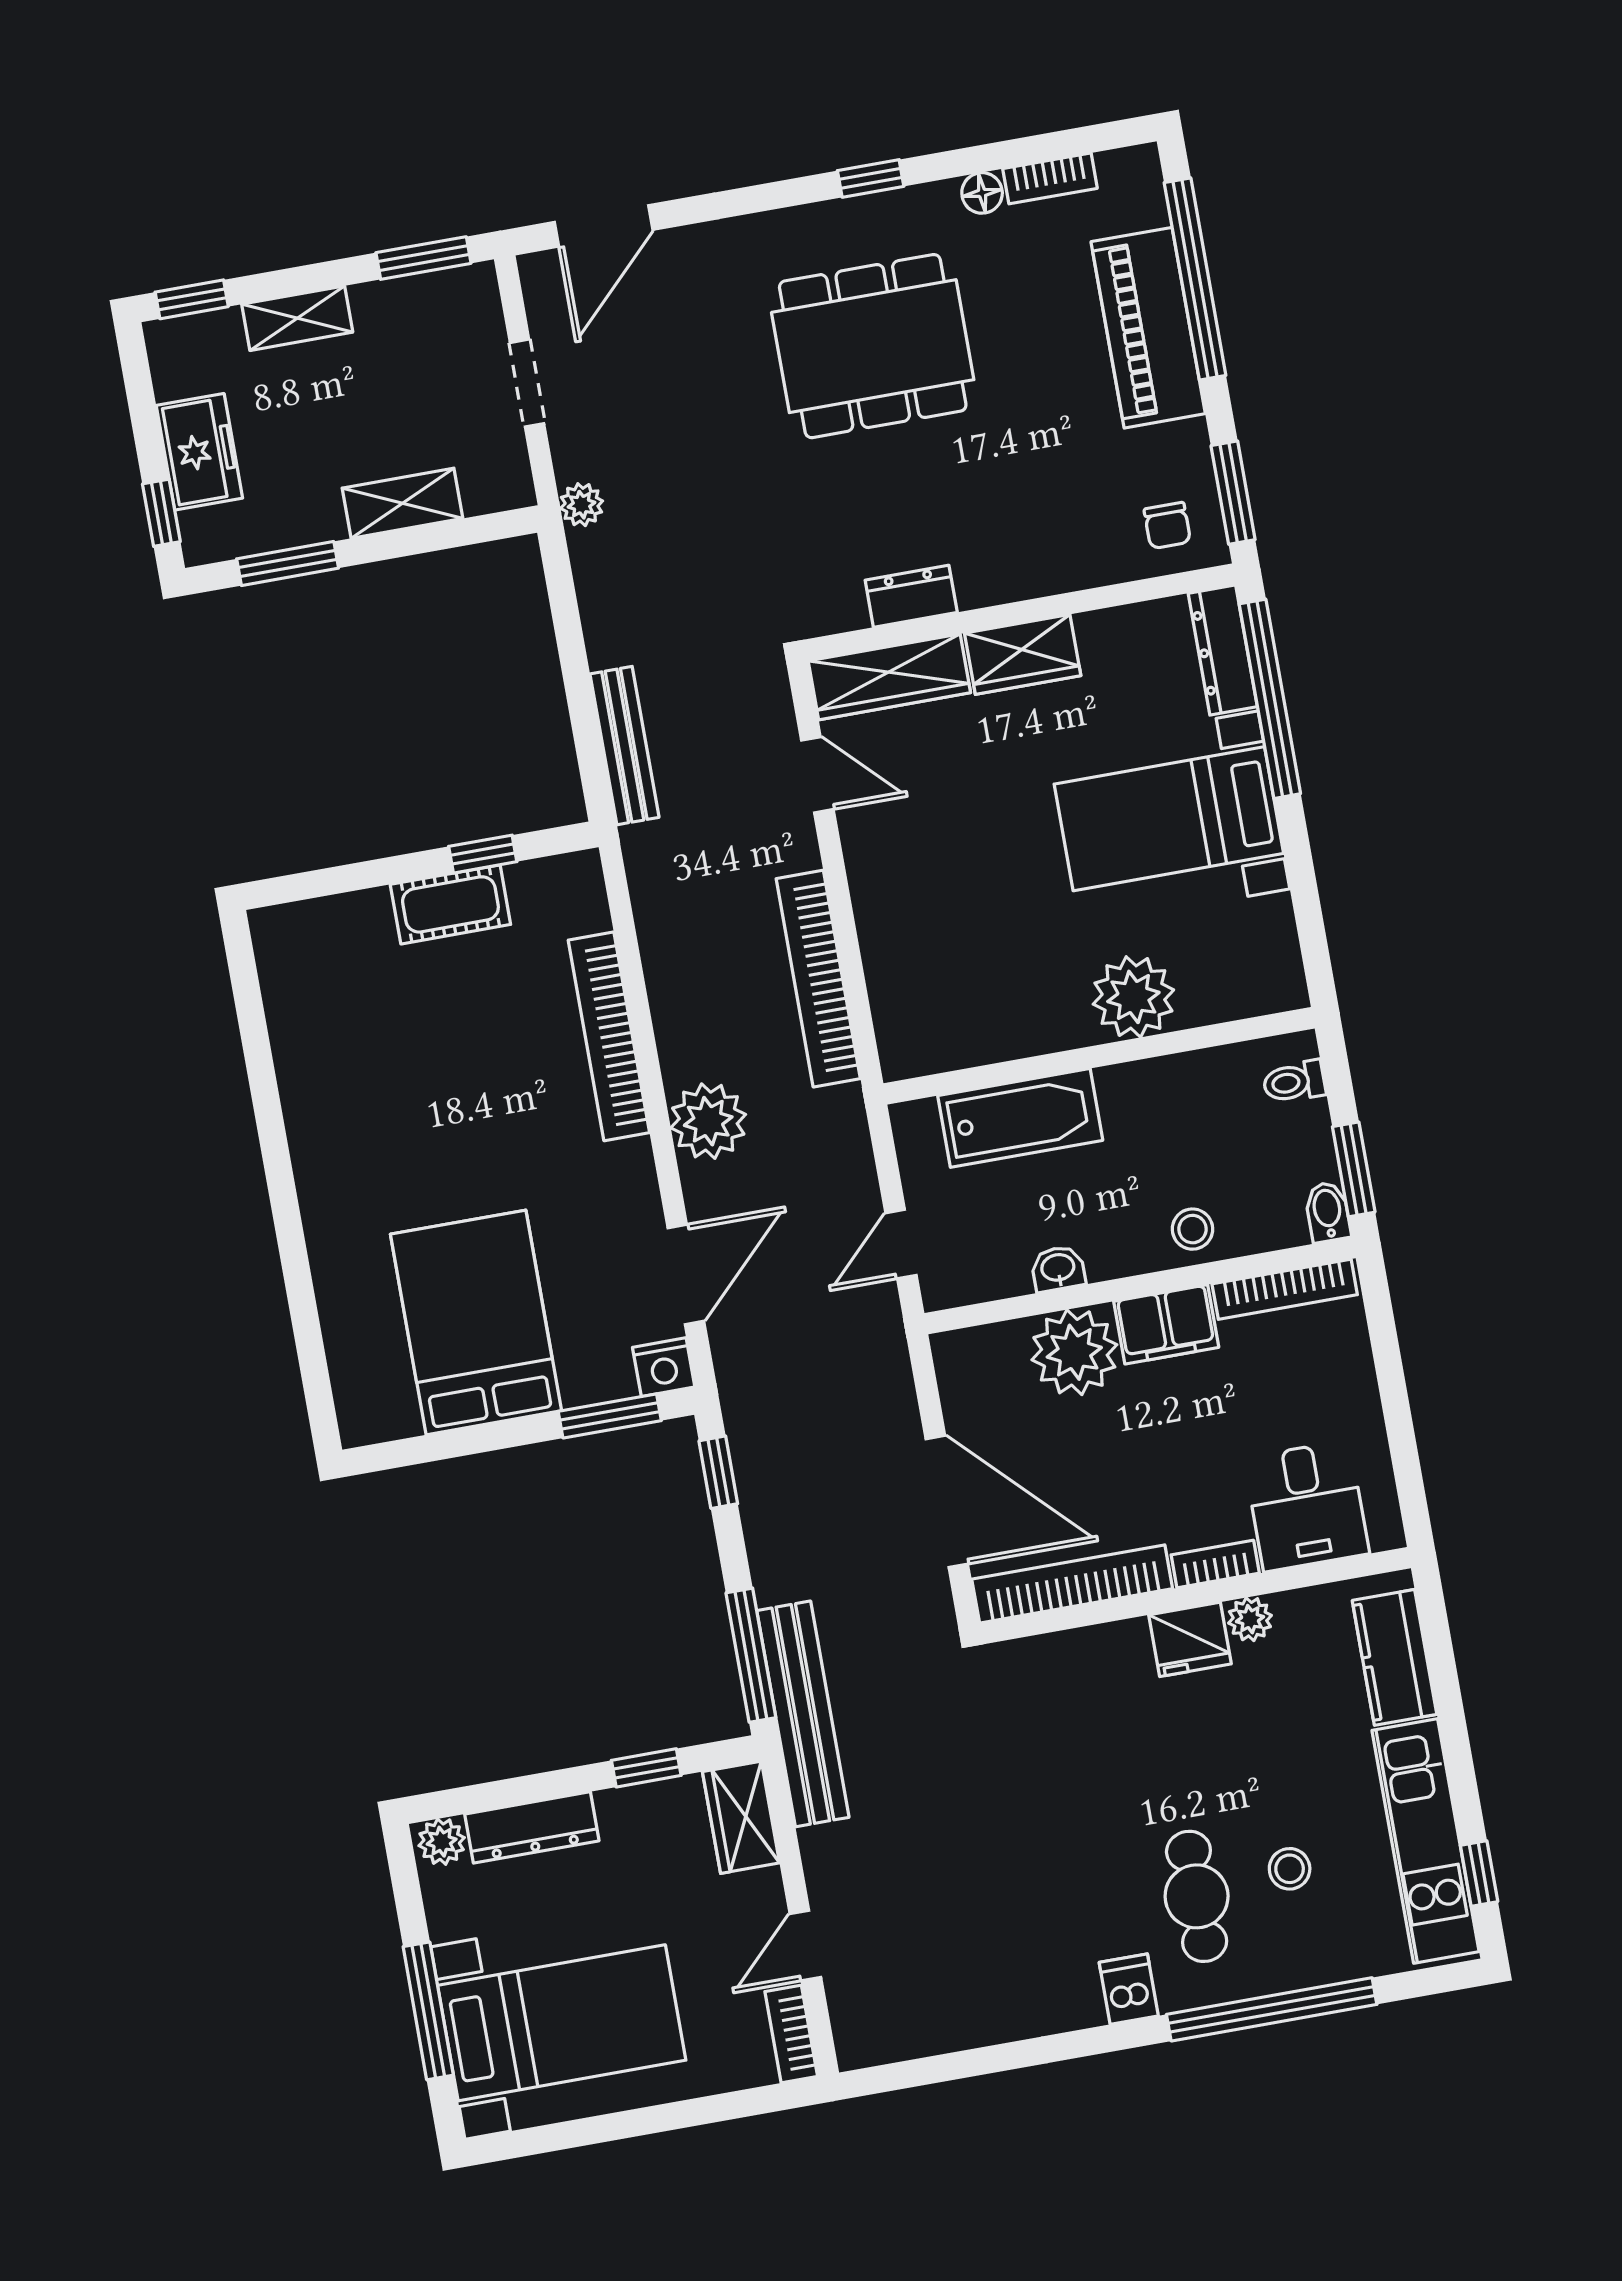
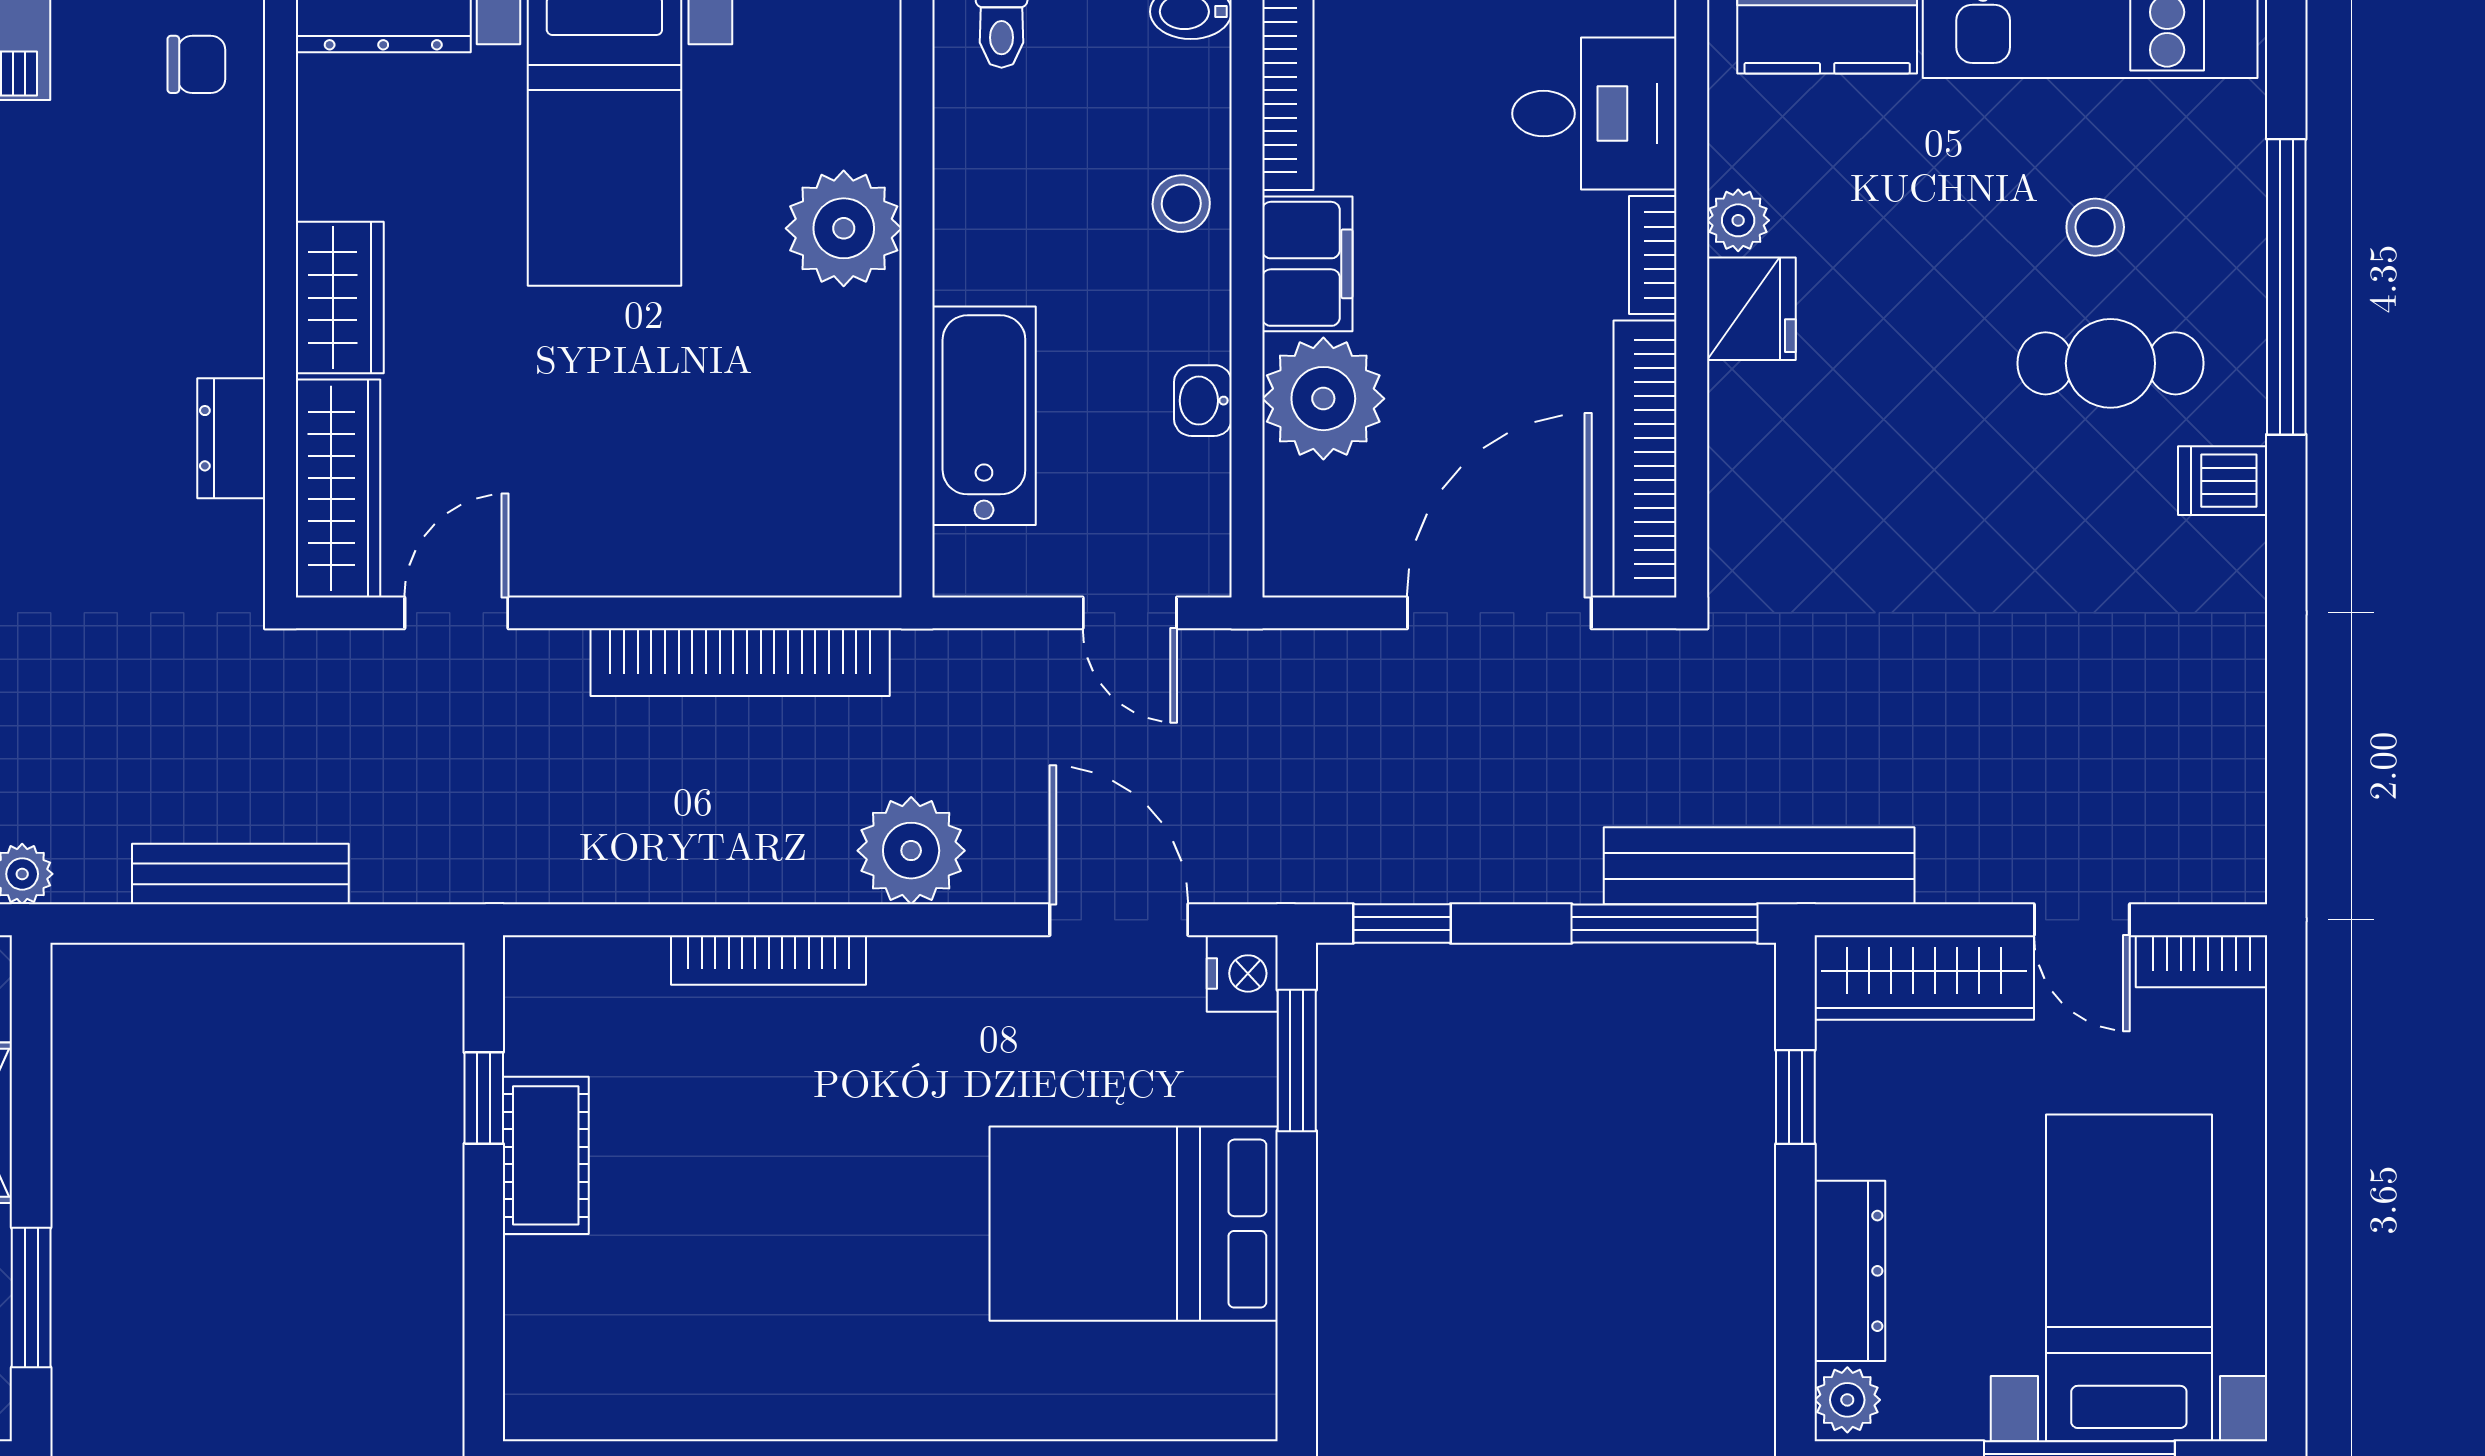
bench: (624, 746) -> (240, 874), moved
bookcase: (609, 1036) -> (769, 960), width x0.68, depth x0.76
wardrobe: (741, 1817) -> (1924, 977), width x1.50

